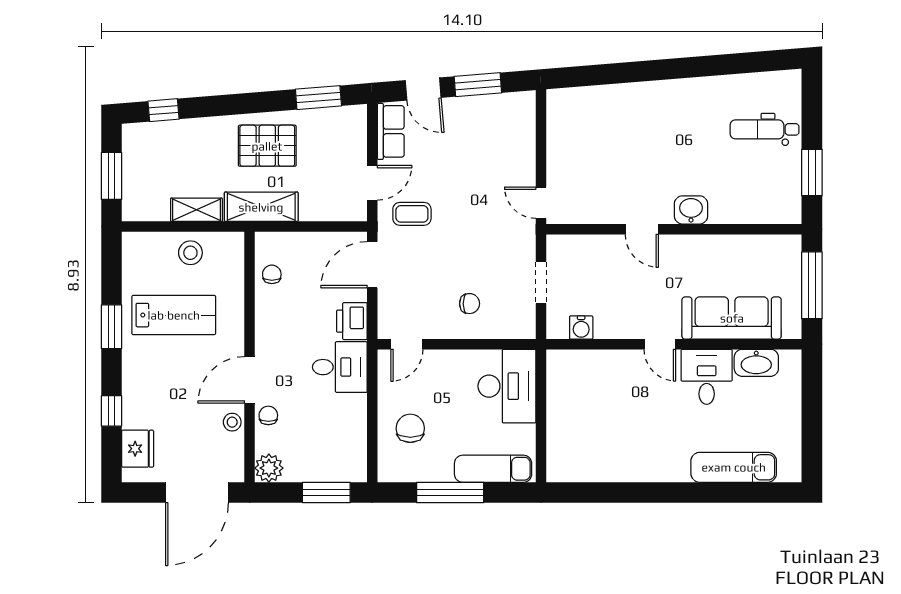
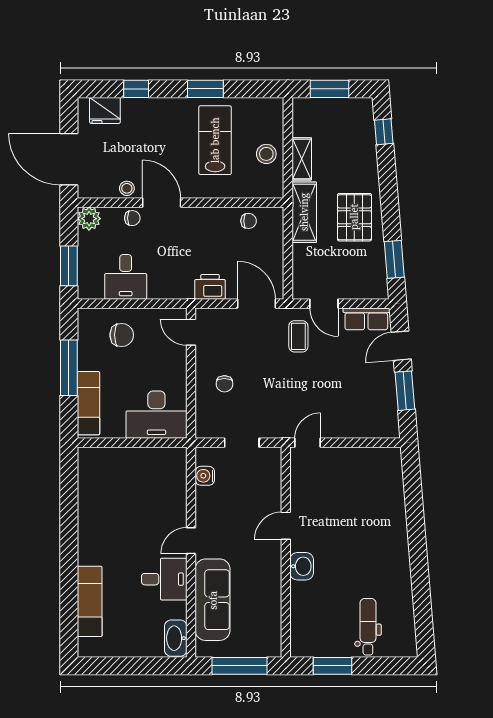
lab bench: (174, 315) -> (215, 140), turned 180
washbasin: (756, 363) -> (176, 638), moved
desk: (340, 367) -> (126, 277), moved

